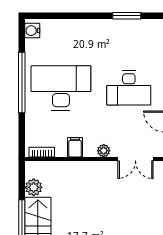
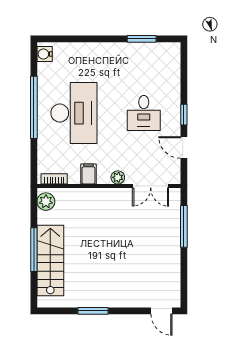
desk: (61, 88) -> (74, 113), turned 90
desk: (129, 88) -> (144, 113), width x0.73
plant: (34, 187) -> (46, 202), moved

